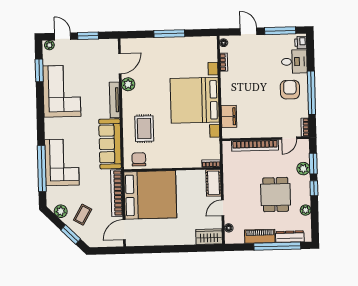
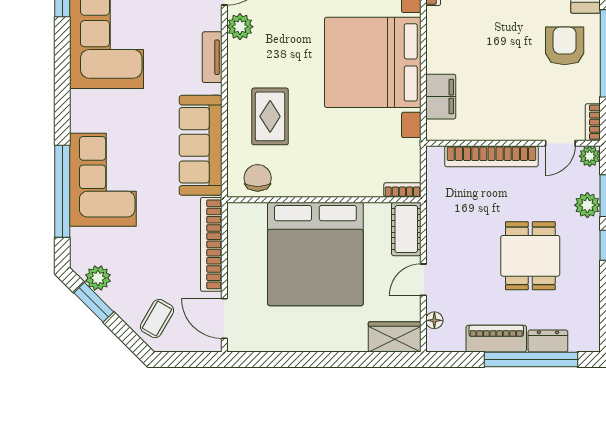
tv unit: (115, 100) -> (212, 57), width x0.71
bed: (150, 195) -> (315, 254), moved, turned 90
plant: (306, 210) -> (590, 156), moved
coffee table: (83, 215) -> (157, 319), moved
door: (124, 230) -> (224, 318), hinge flipped
window: (71, 235) -> (94, 302), moved
dresser: (290, 237) -> (548, 341), width x0.70

